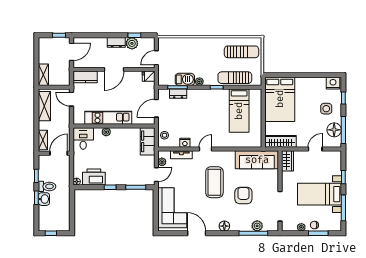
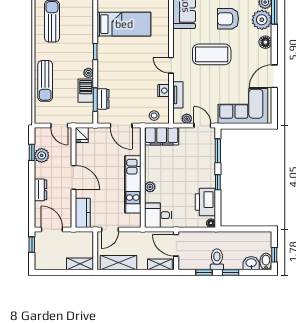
dresser: (116, 42) -> (40, 190), moved
sun lounger: (235, 78) -> (45, 81), moved
washbasin: (44, 199) -> (251, 263), moved
plant: (243, 223) -> (262, 20), added
bidet: (45, 227) -> (266, 261), added

